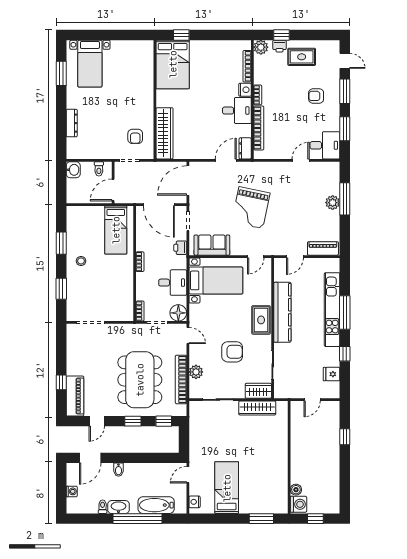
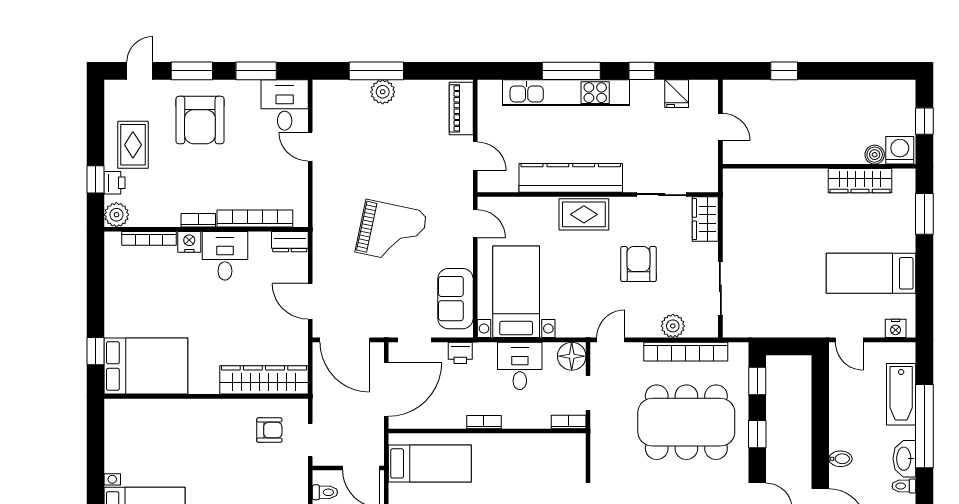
armchair: (316, 96) -> (200, 120), width x1.88, depth x1.88
door: (226, 160) -> (310, 301), moved
wardrobe: (257, 408) -> (860, 181), moved, turned 90

